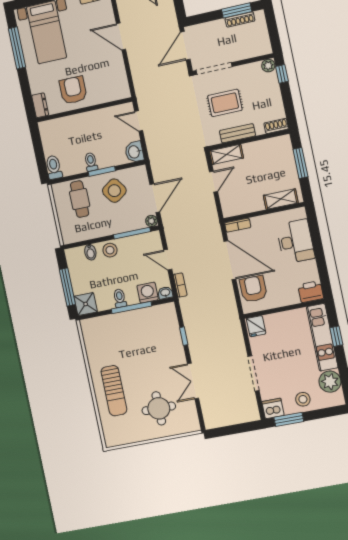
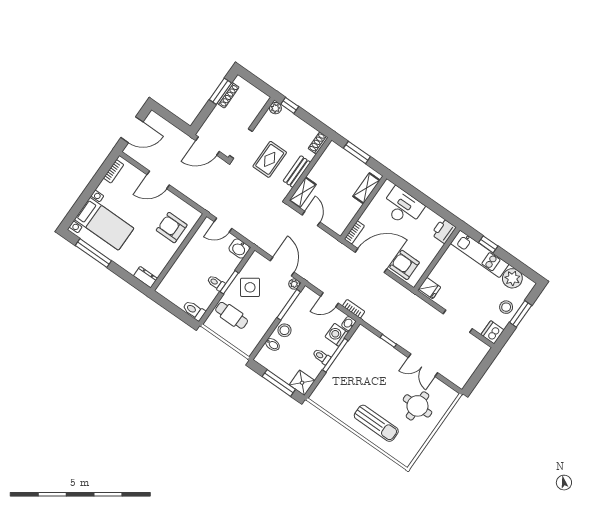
door: (185, 46) -> (208, 146), hinge flipped
armchair: (73, 90) -> (172, 228), moved
window: (289, 419) -> (521, 314), moved

